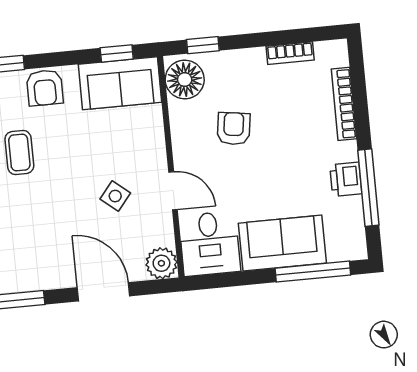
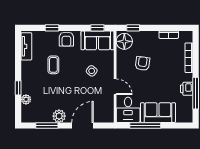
side table: (115, 196) -> (92, 71), moved
plant: (161, 263) -> (59, 116), moved
window: (313, 272) -> (145, 125), moved
door: (103, 292) -> (82, 125), hinge flipped

